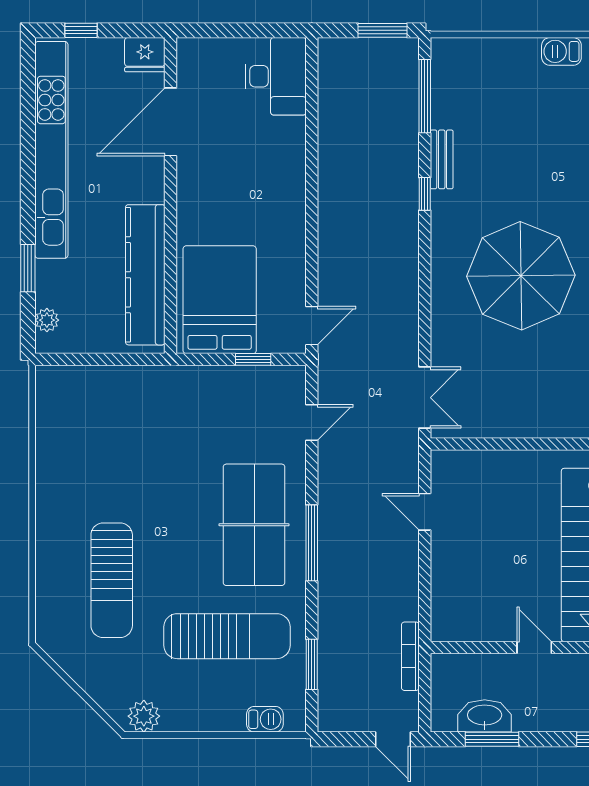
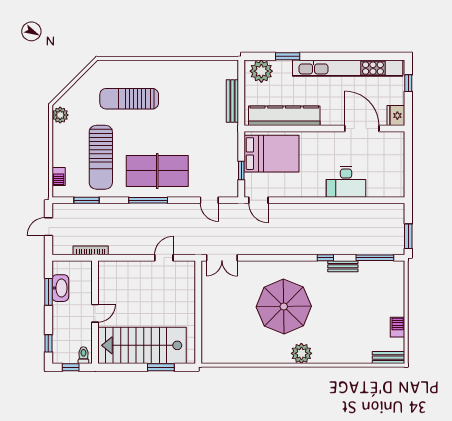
desk: (276, 76) -> (346, 182), moved
plant: (47, 320) -> (261, 71), width x1.87, depth x1.87
bench: (116, 377) -> (232, 101), added
door: (393, 739) -> (48, 227), moved

